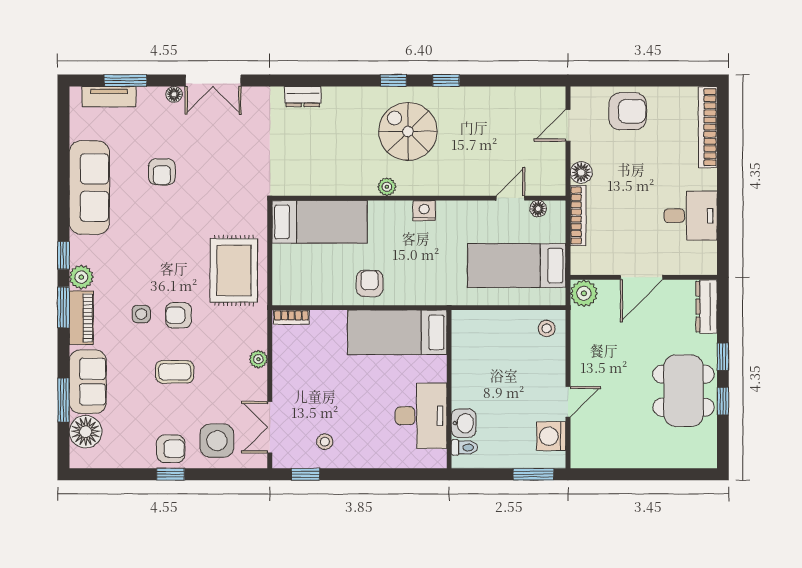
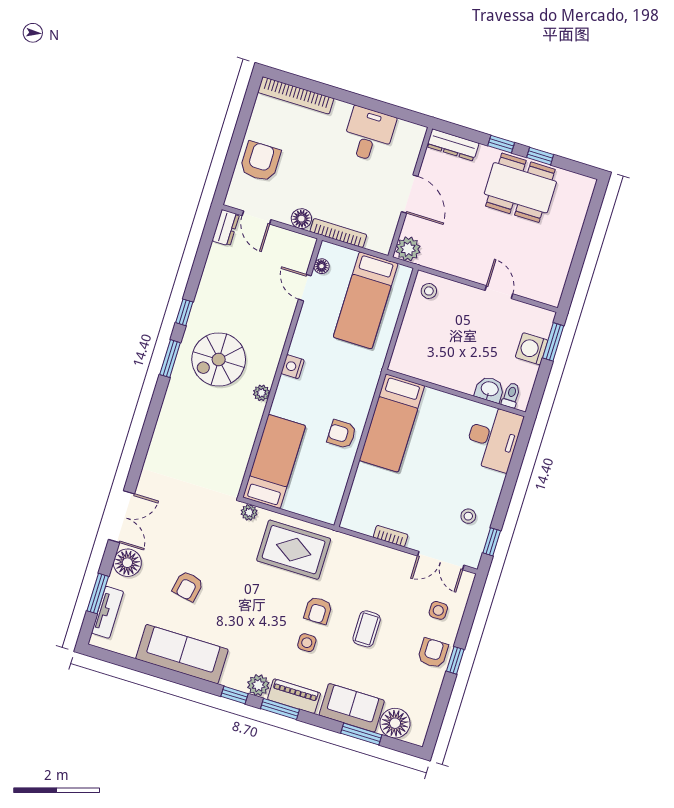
window: (393, 80) -> (170, 359), width x1.50
floor lamp: (174, 94) -> (127, 563), width x1.89, depth x1.89
dresser: (303, 97) -> (226, 228), moved
armchair: (162, 172) -> (188, 586), turned 101
bookcase: (291, 317) -> (391, 536), moved, turned -90
plant: (258, 359) -> (249, 512), moved
desk: (421, 416) -> (493, 438), moved, turned 90
washing machine: (551, 436) -> (532, 349), moved, turned 90
side table: (217, 441) -> (438, 610), width x0.54, depth x0.54

